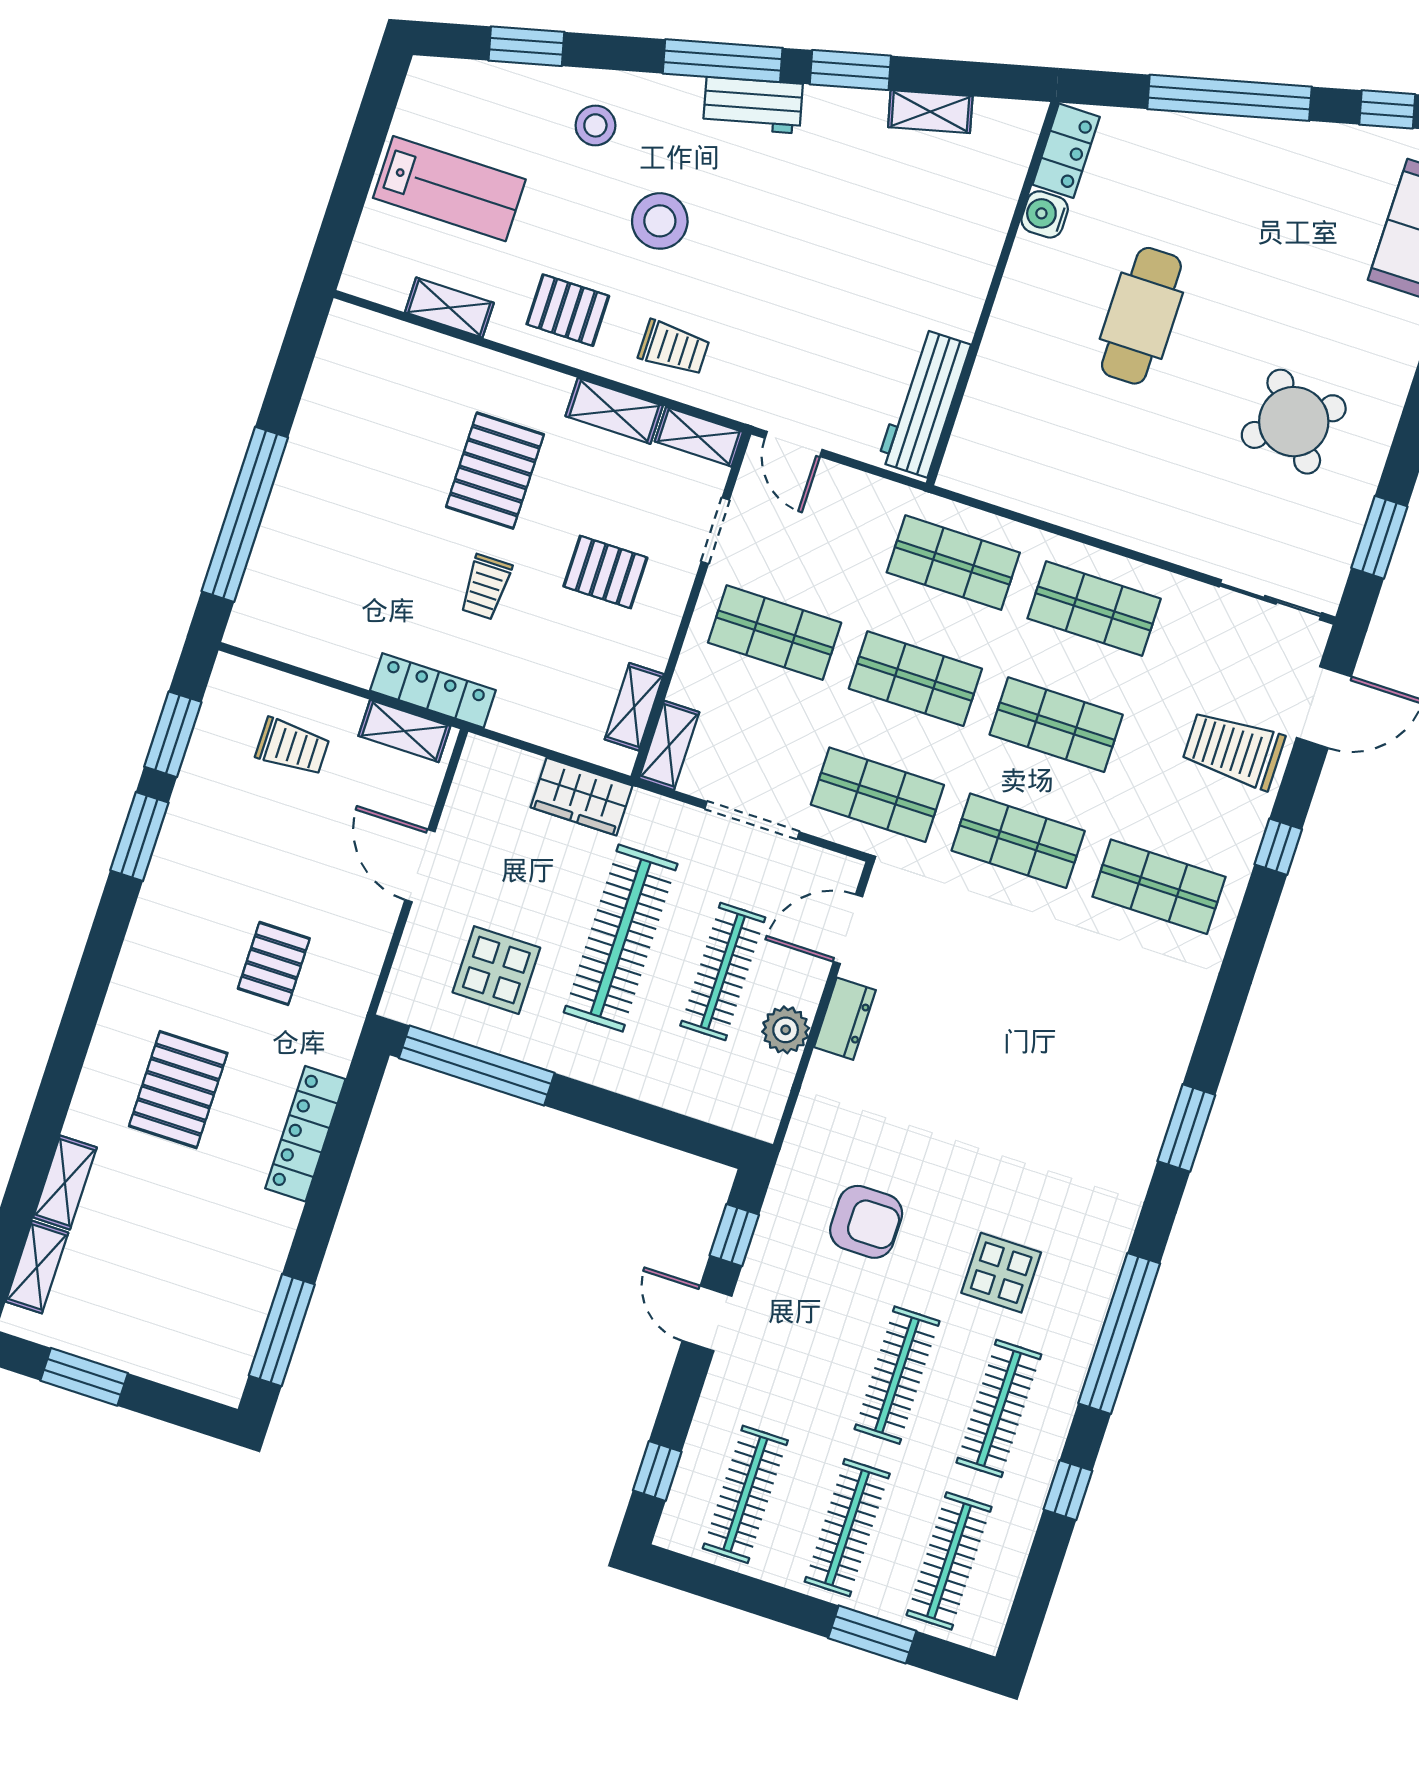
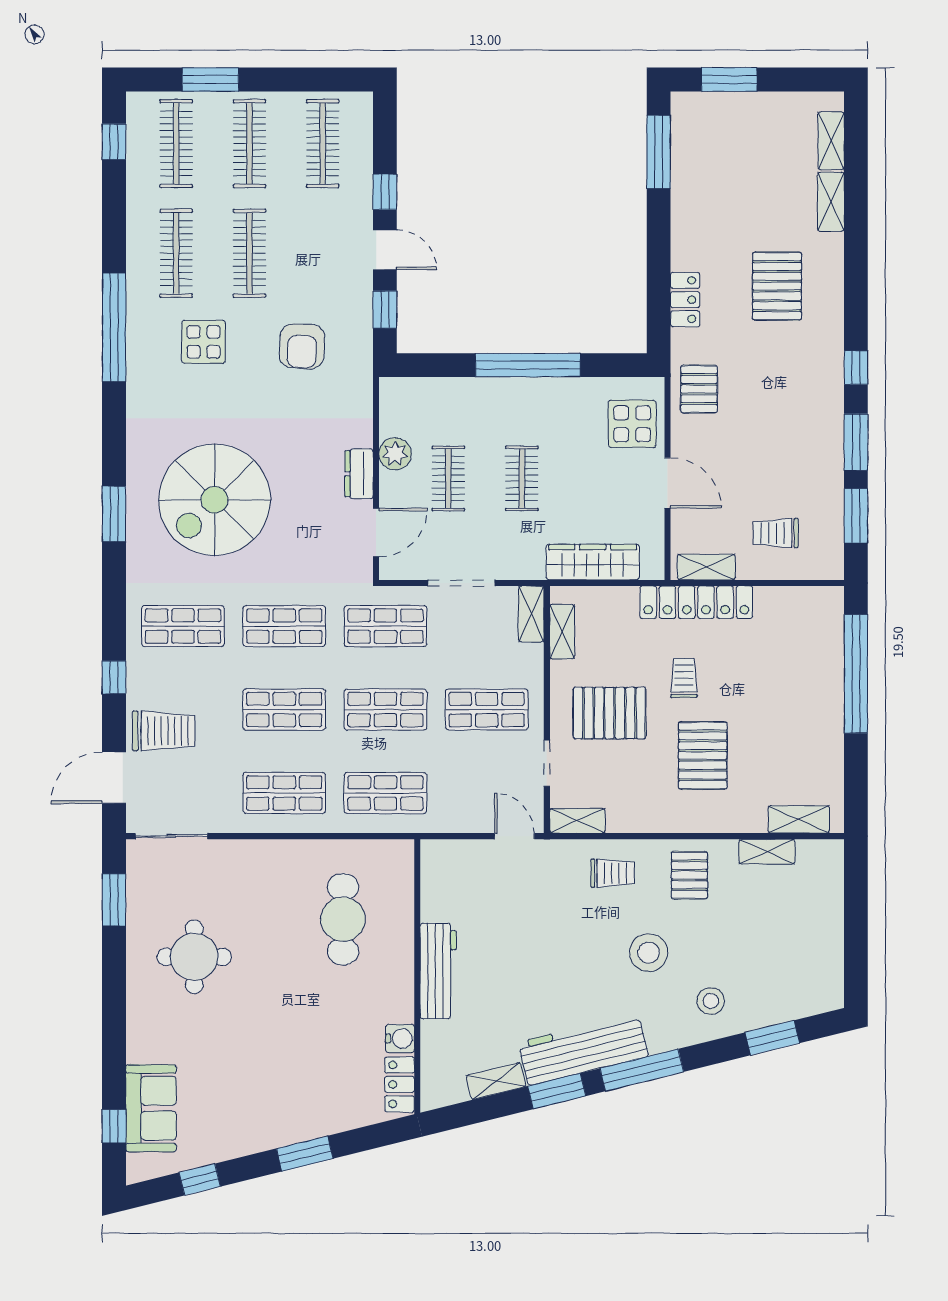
window: (1229, 98) -> (305, 1154), width x0.47
workbench: (753, 105) -> (583, 1049), width x1.88, depth x1.32
lab bench: (449, 189) -> (792, 929), removed
pallet: (568, 310) -> (689, 875), turned 90
cafe table: (1141, 316) -> (343, 919), moved
trolley: (674, 348) -> (613, 873), turned 180
workbench: (924, 403) -> (438, 971), moved
shelving: (614, 411) -> (799, 819), moved
round table: (1294, 422) -> (194, 957), turned 37
pallet: (605, 572) -> (609, 713), width x1.50, depth x1.42
locker: (433, 690) -> (696, 602), width x1.41, depth x1.21
wardrobe: (582, 797) -> (593, 562), width x1.50
clothes rail: (621, 938) -> (522, 478), width x0.54, depth x0.76
window: (105, 940) -> (856, 368), added
pallet: (274, 963) -> (699, 389), moved
display table: (496, 970) -> (632, 424), moved
clothes rail: (723, 971) -> (448, 478), width x0.73
spiral stairs: (1058, 1048) -> (214, 500), added
window: (477, 1066) -> (528, 365), moved
window: (1186, 1128) -> (114, 514), moved
locker: (305, 1134) -> (685, 300), width x0.66
armchair: (866, 1222) -> (302, 346), turned -87
window: (84, 1377) -> (729, 79), moved
window: (657, 1471) -> (385, 192), moved
window: (1068, 1490) -> (114, 142), moved

